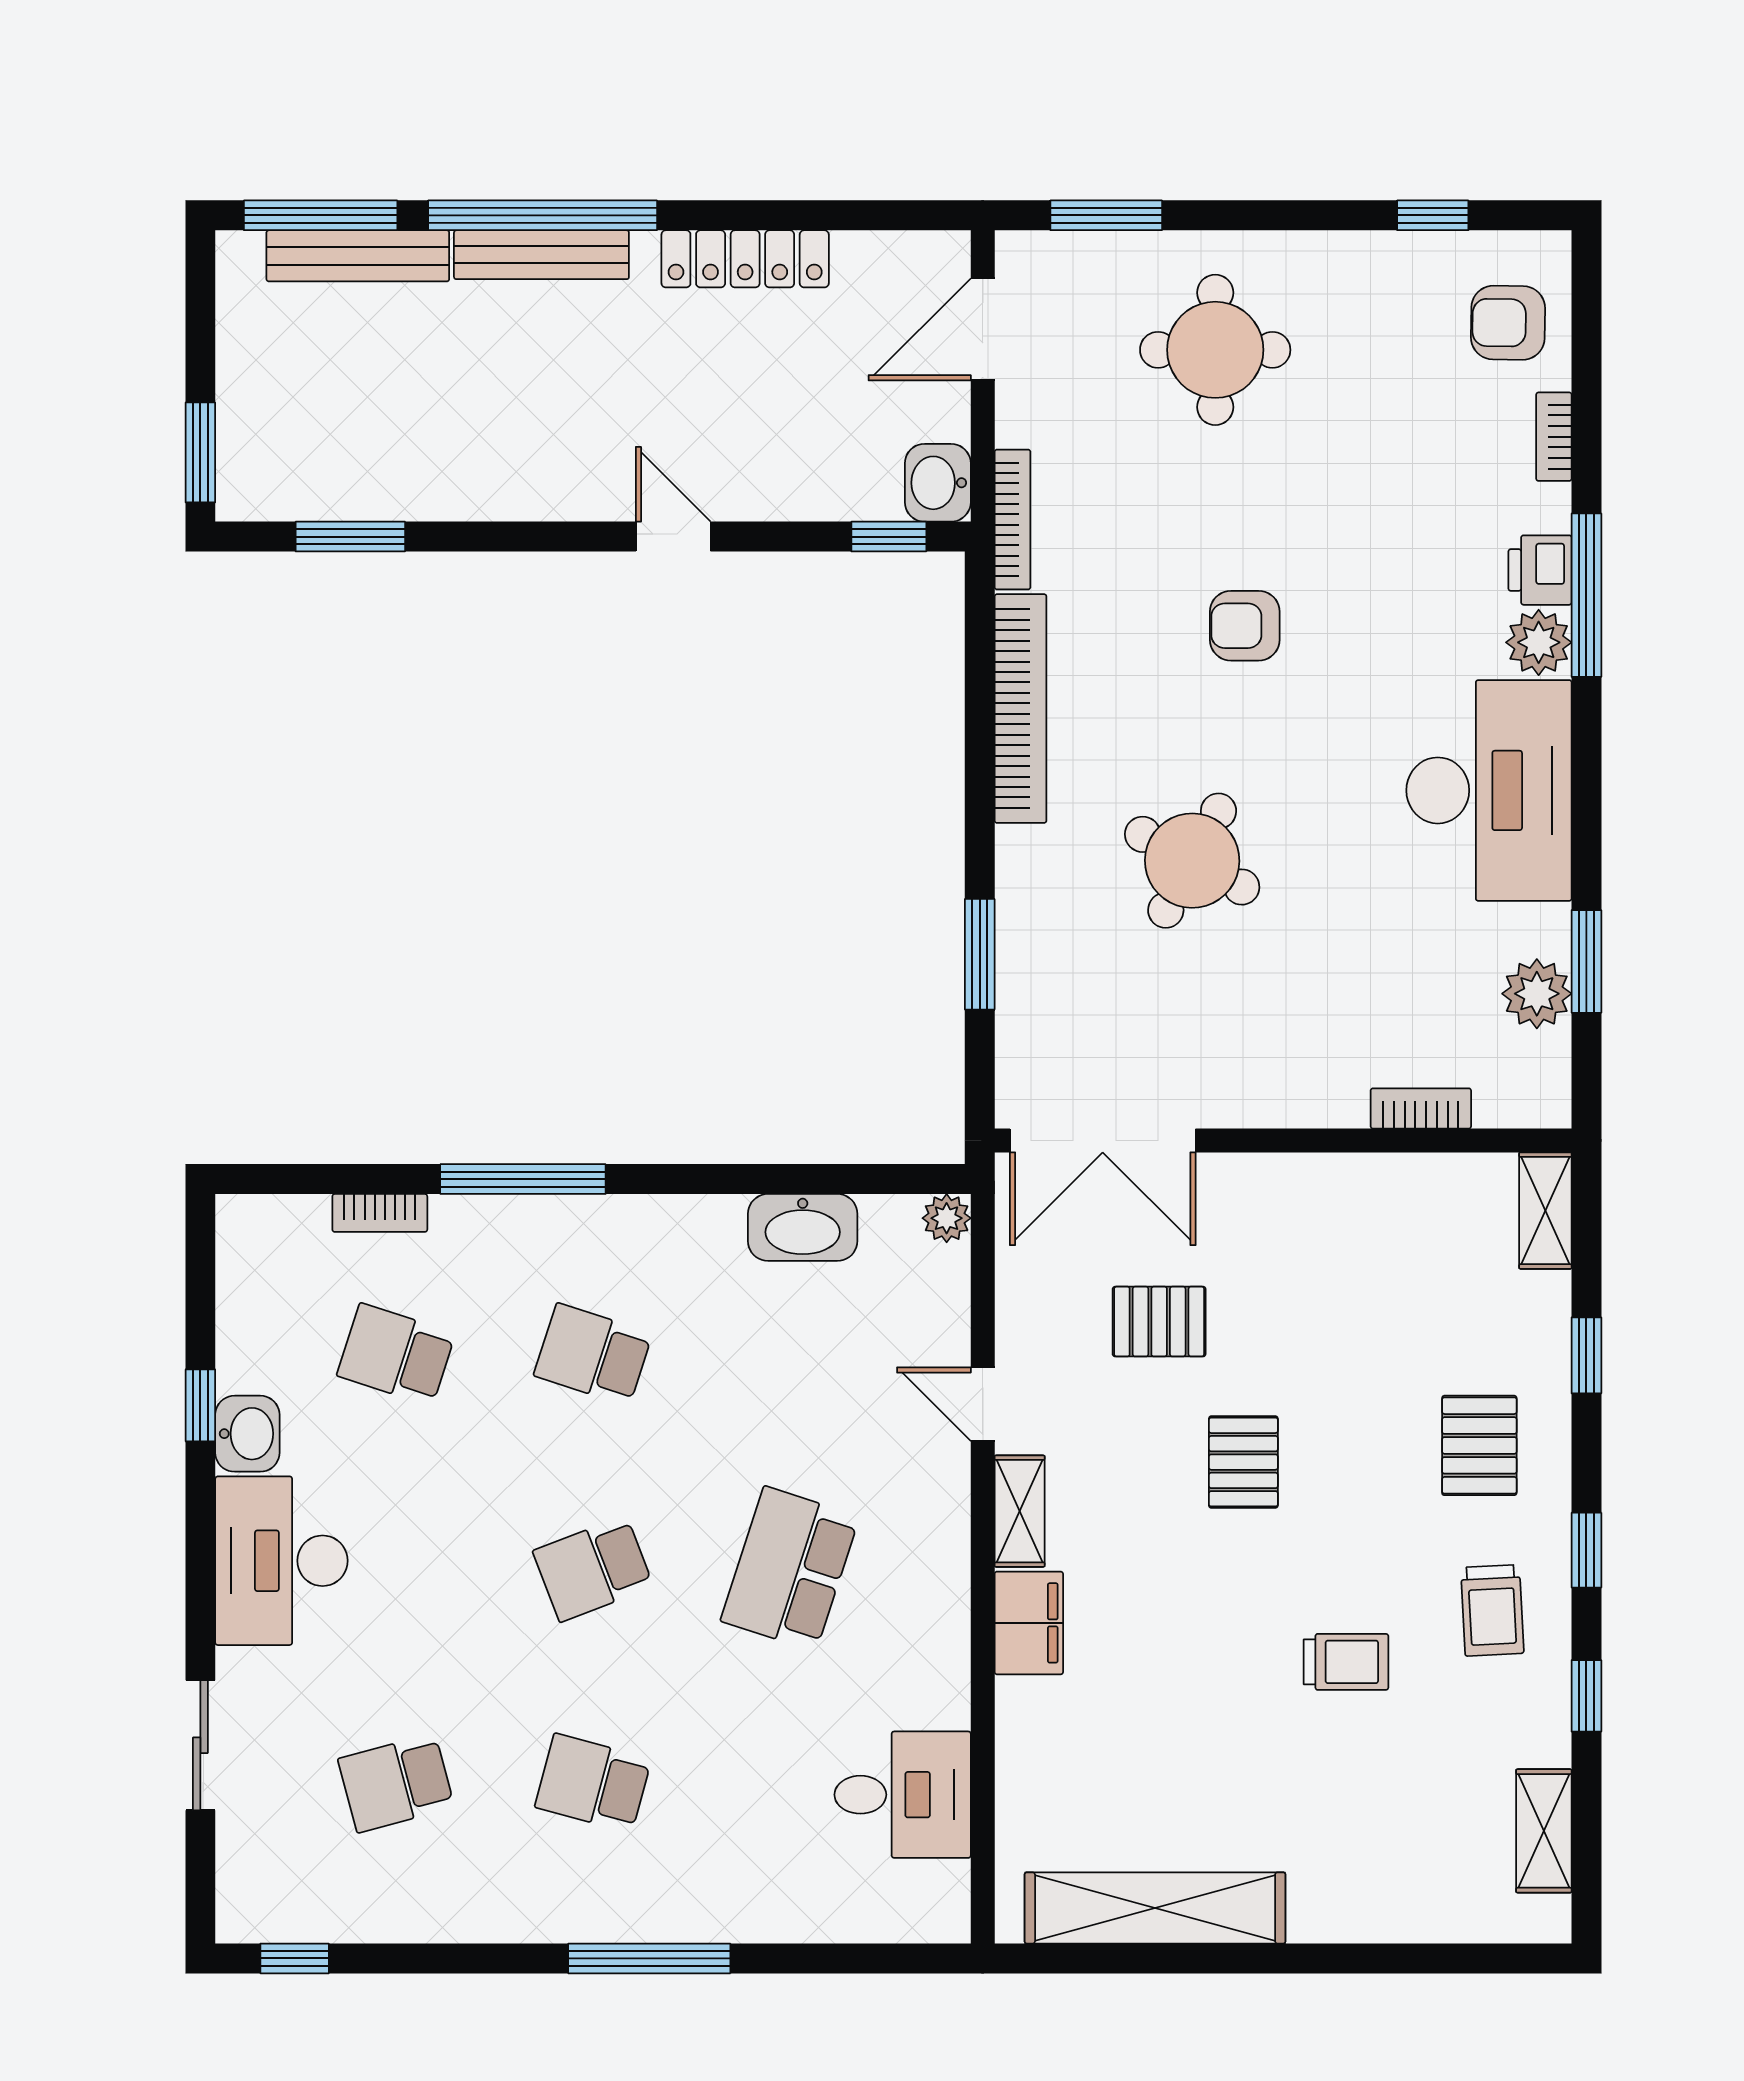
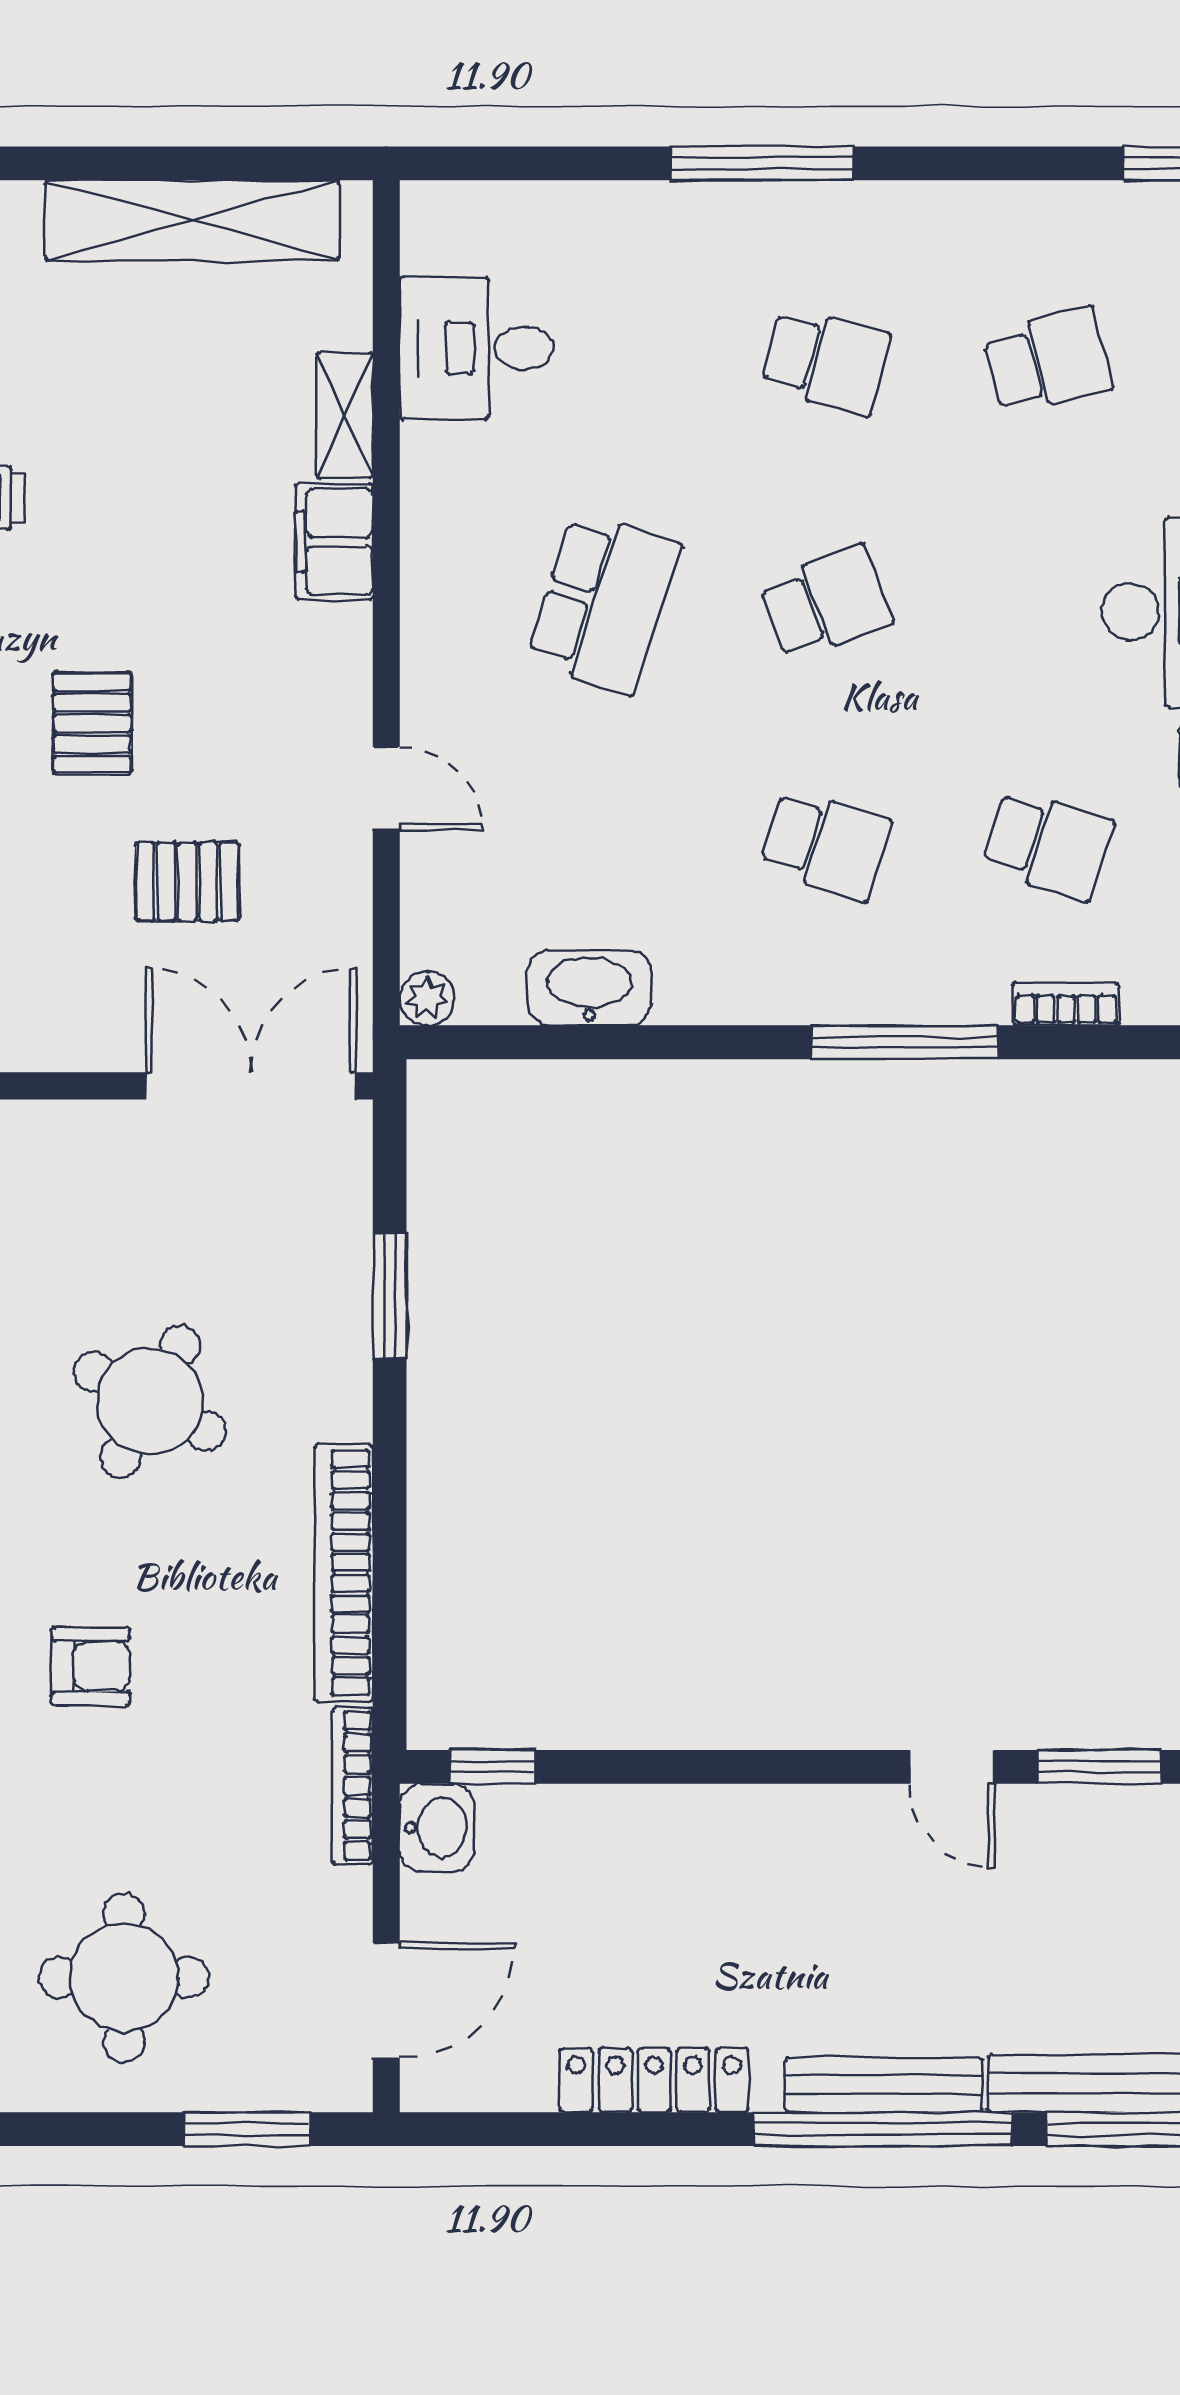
door: (673, 537) -> (952, 1767), moved
shelving: (1020, 1511) -> (345, 416), moved

